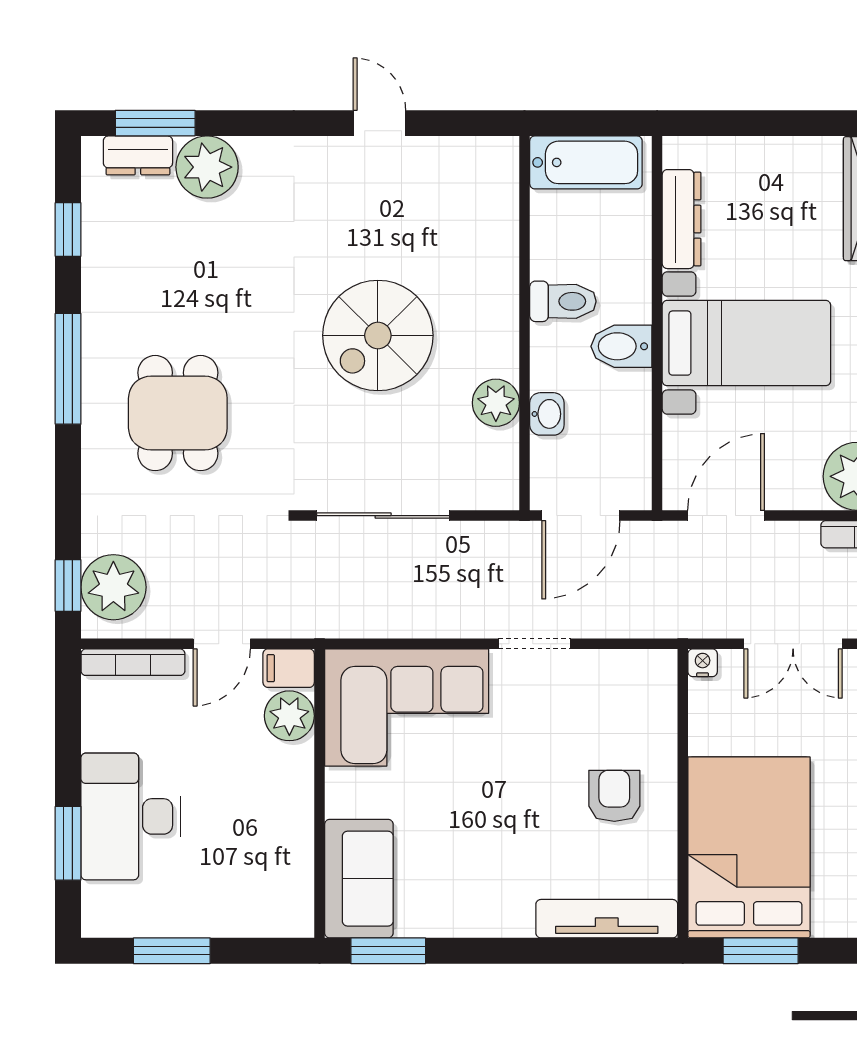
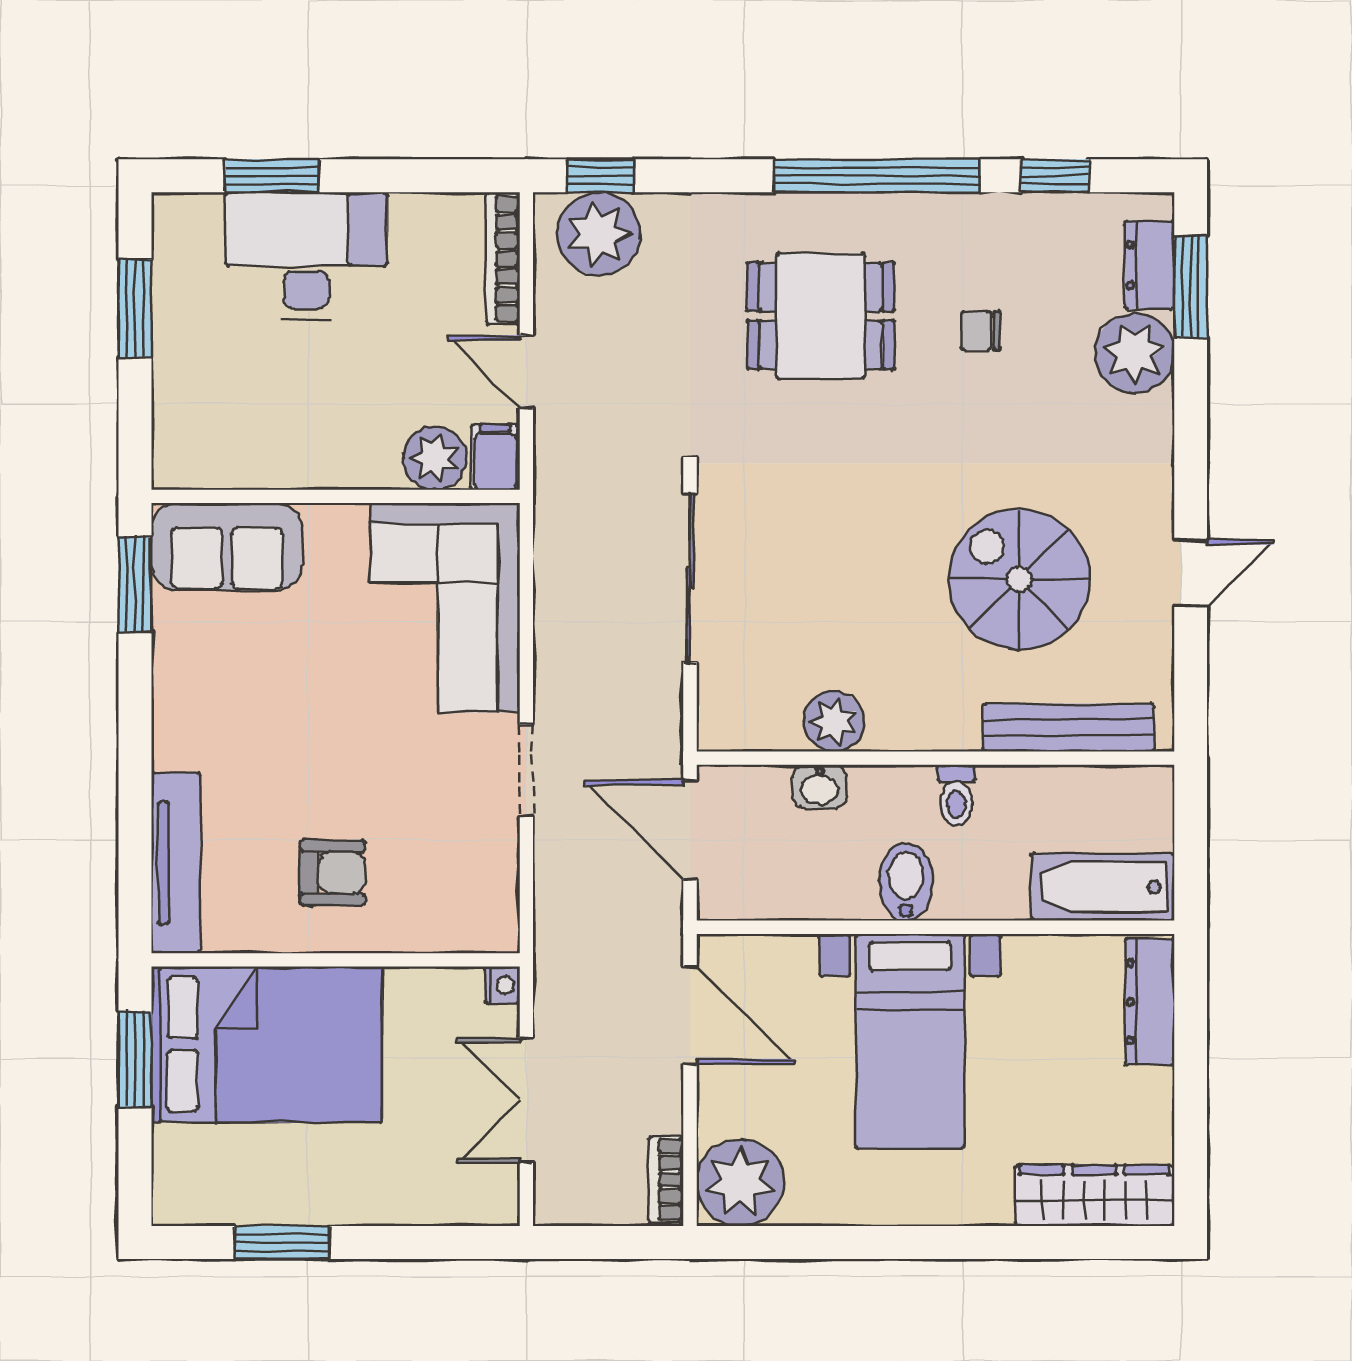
bathtub: (586, 162) -> (1103, 887), moved, turned 90
bench: (501, 219) -> (1069, 728), added
dresser: (682, 219) -> (1150, 1002), moved, turned 90
chair: (189, 288) -> (981, 331), added
toilet: (563, 301) -> (956, 795), width x0.73, depth x0.72
spiral stairs: (378, 335) -> (1019, 579), moved
window: (68, 369) -> (877, 176), width x1.46

